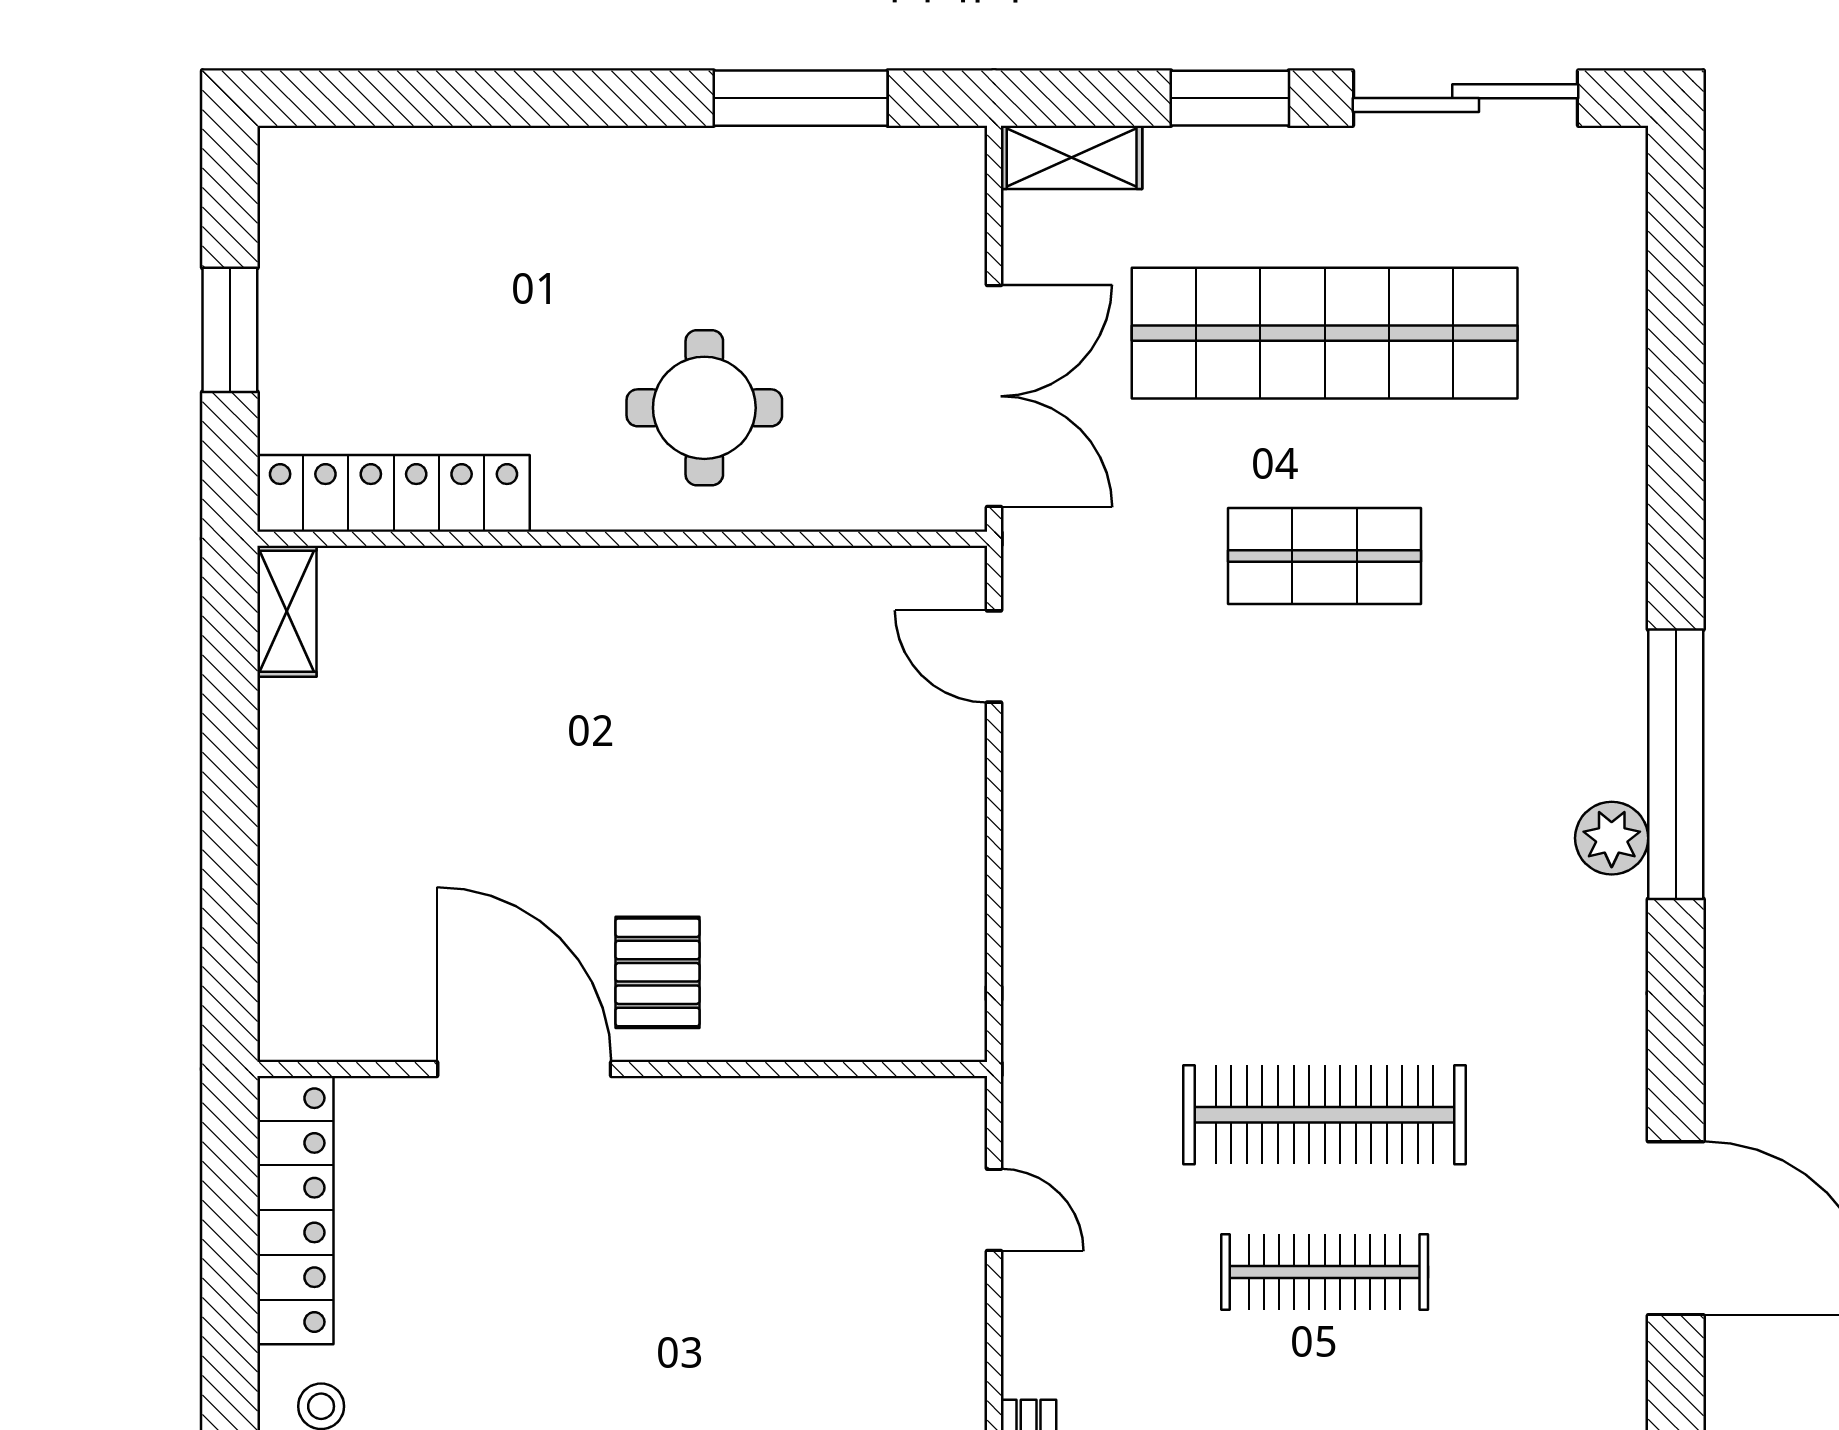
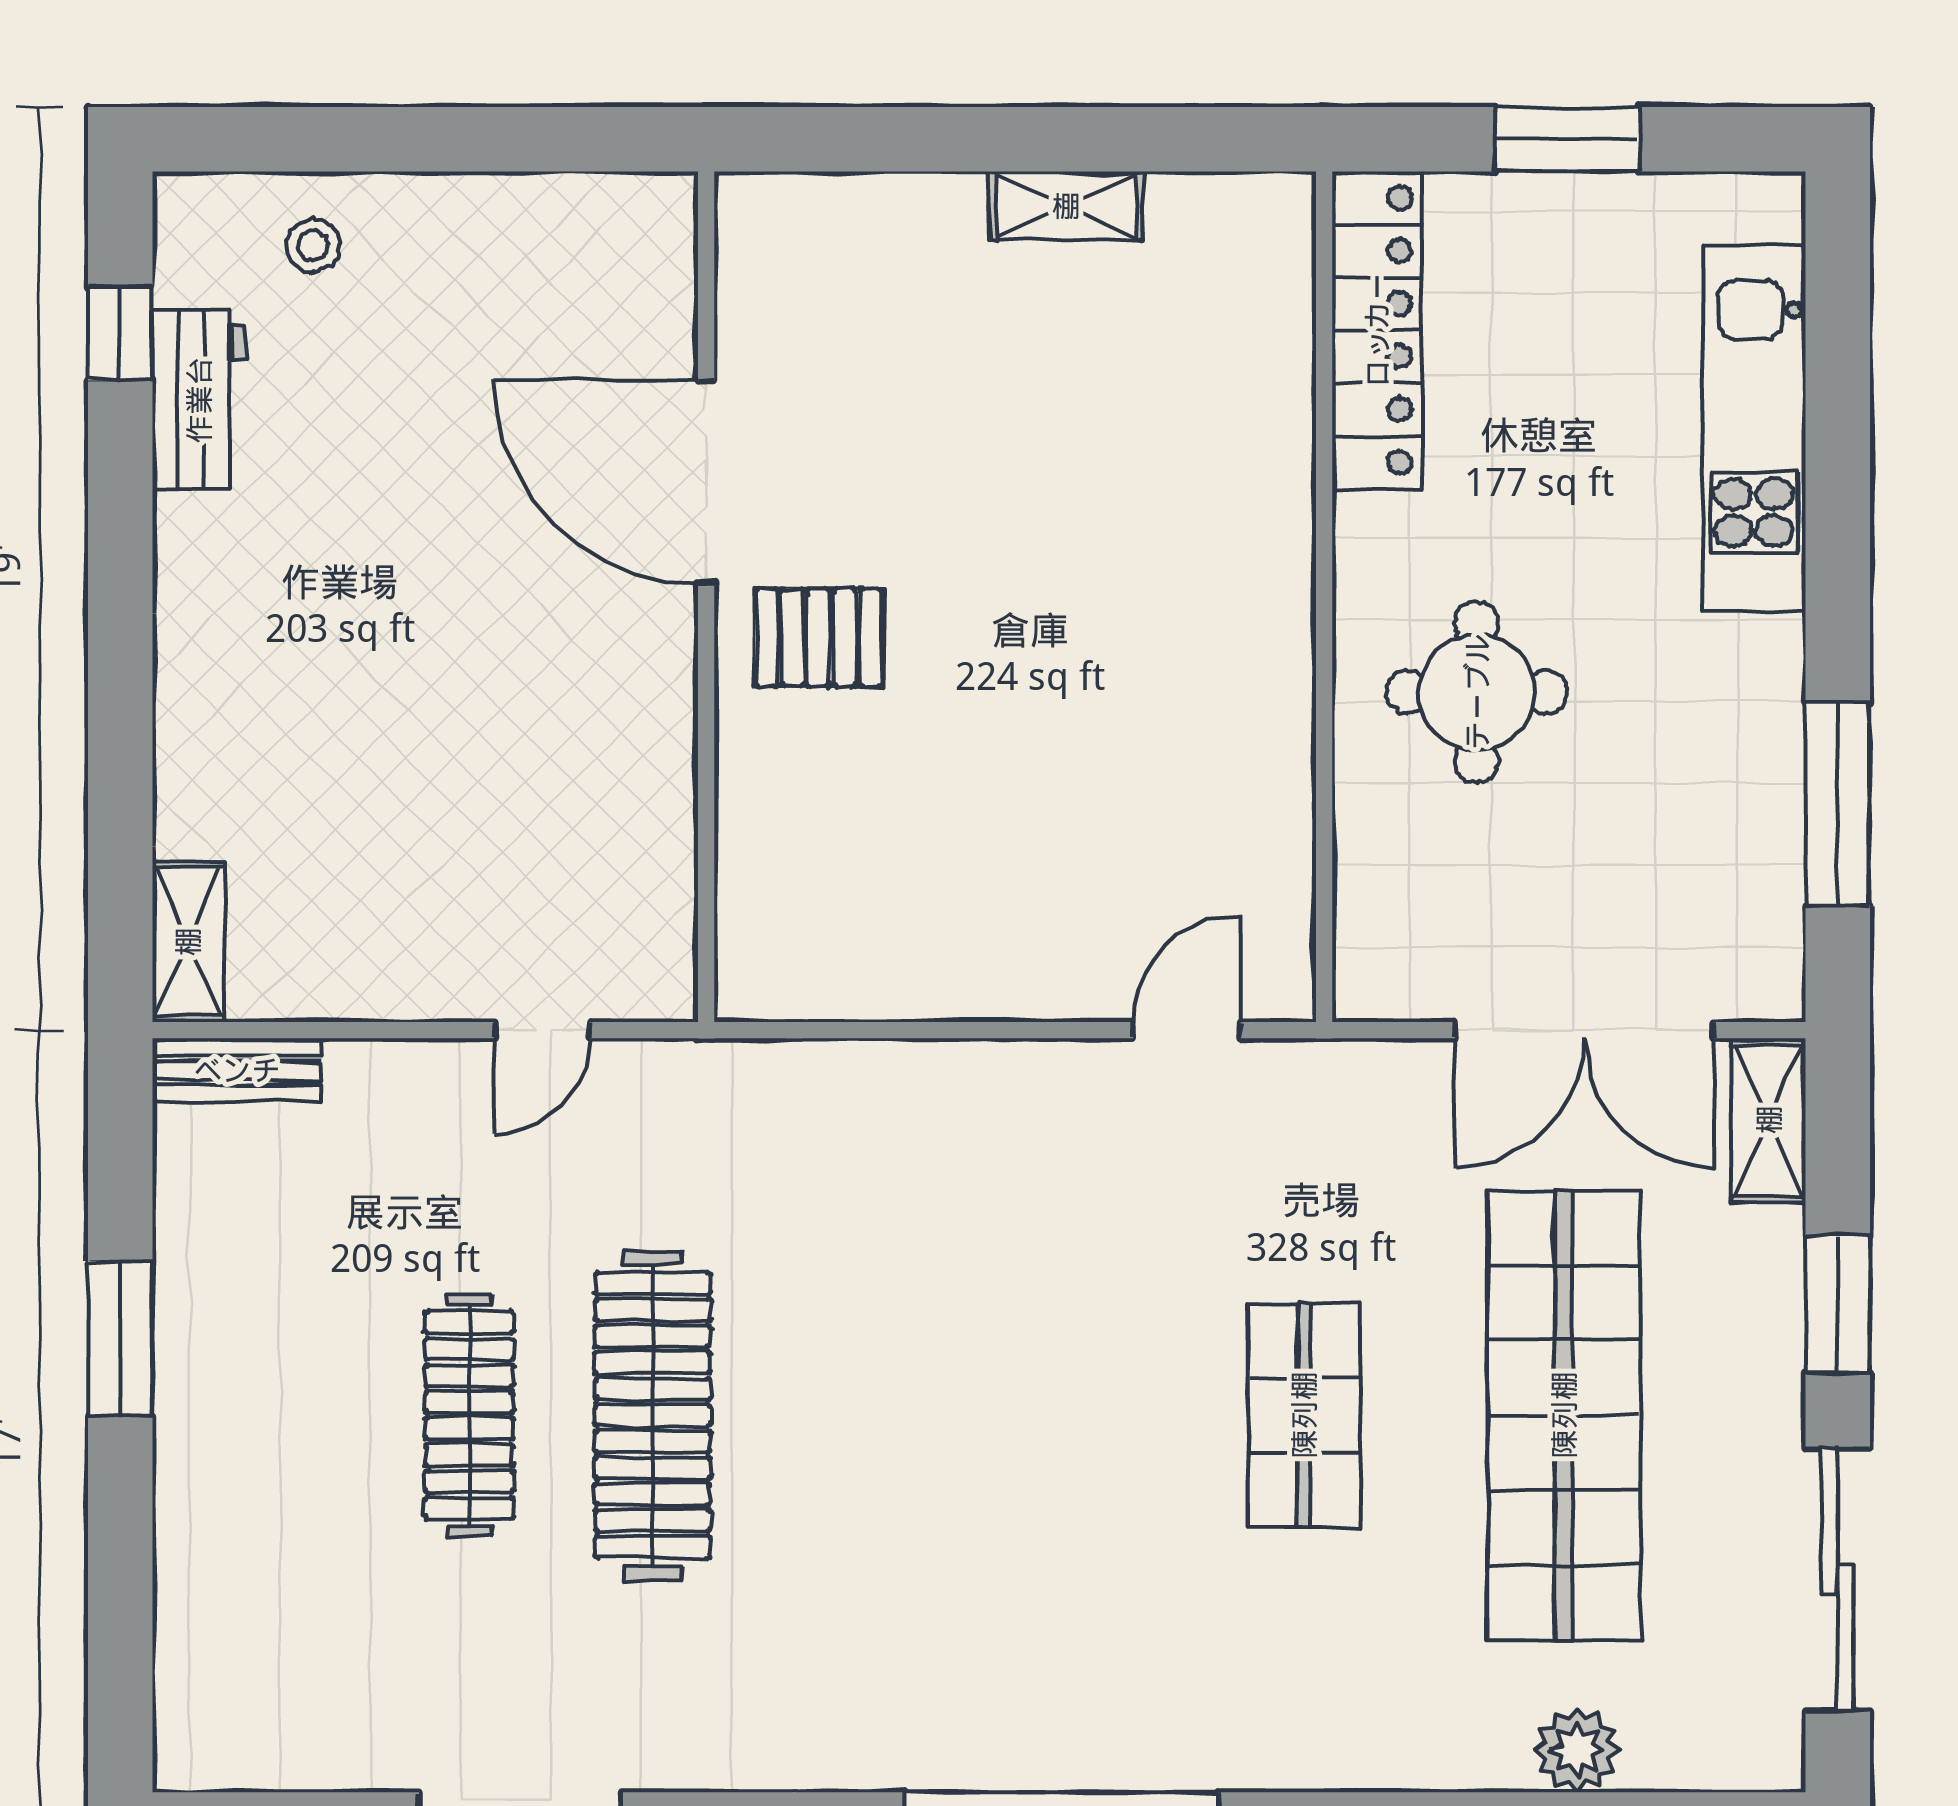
kitchen unit: (477, 170) -> (1754, 428), added
double door: (994, 396) -> (1584, 1030), moved
shelving: (287, 611) -> (1066, 206), moved
plant: (1612, 838) -> (1577, 1750), moved
door: (524, 1069) -> (706, 482), swing flipped
locker: (295, 1210) -> (542, 216), removed

